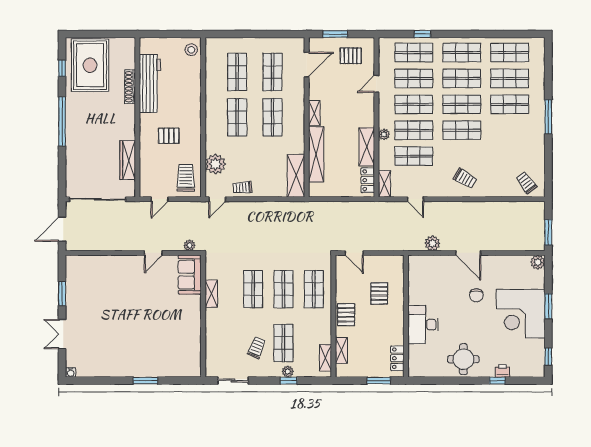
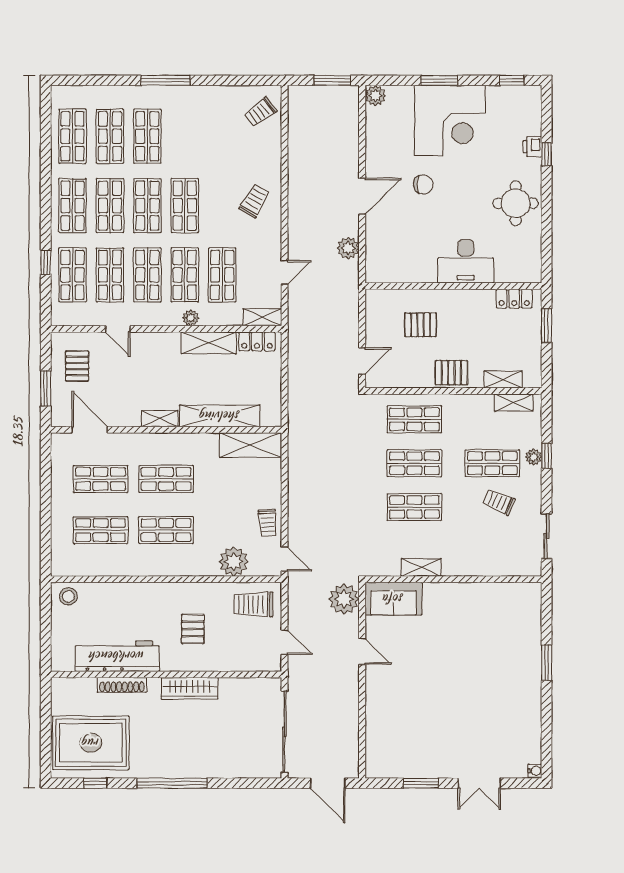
wardrobe: (128, 160) -> (189, 688), moved
plant: (189, 245) -> (344, 599), width x1.88, depth x1.88

